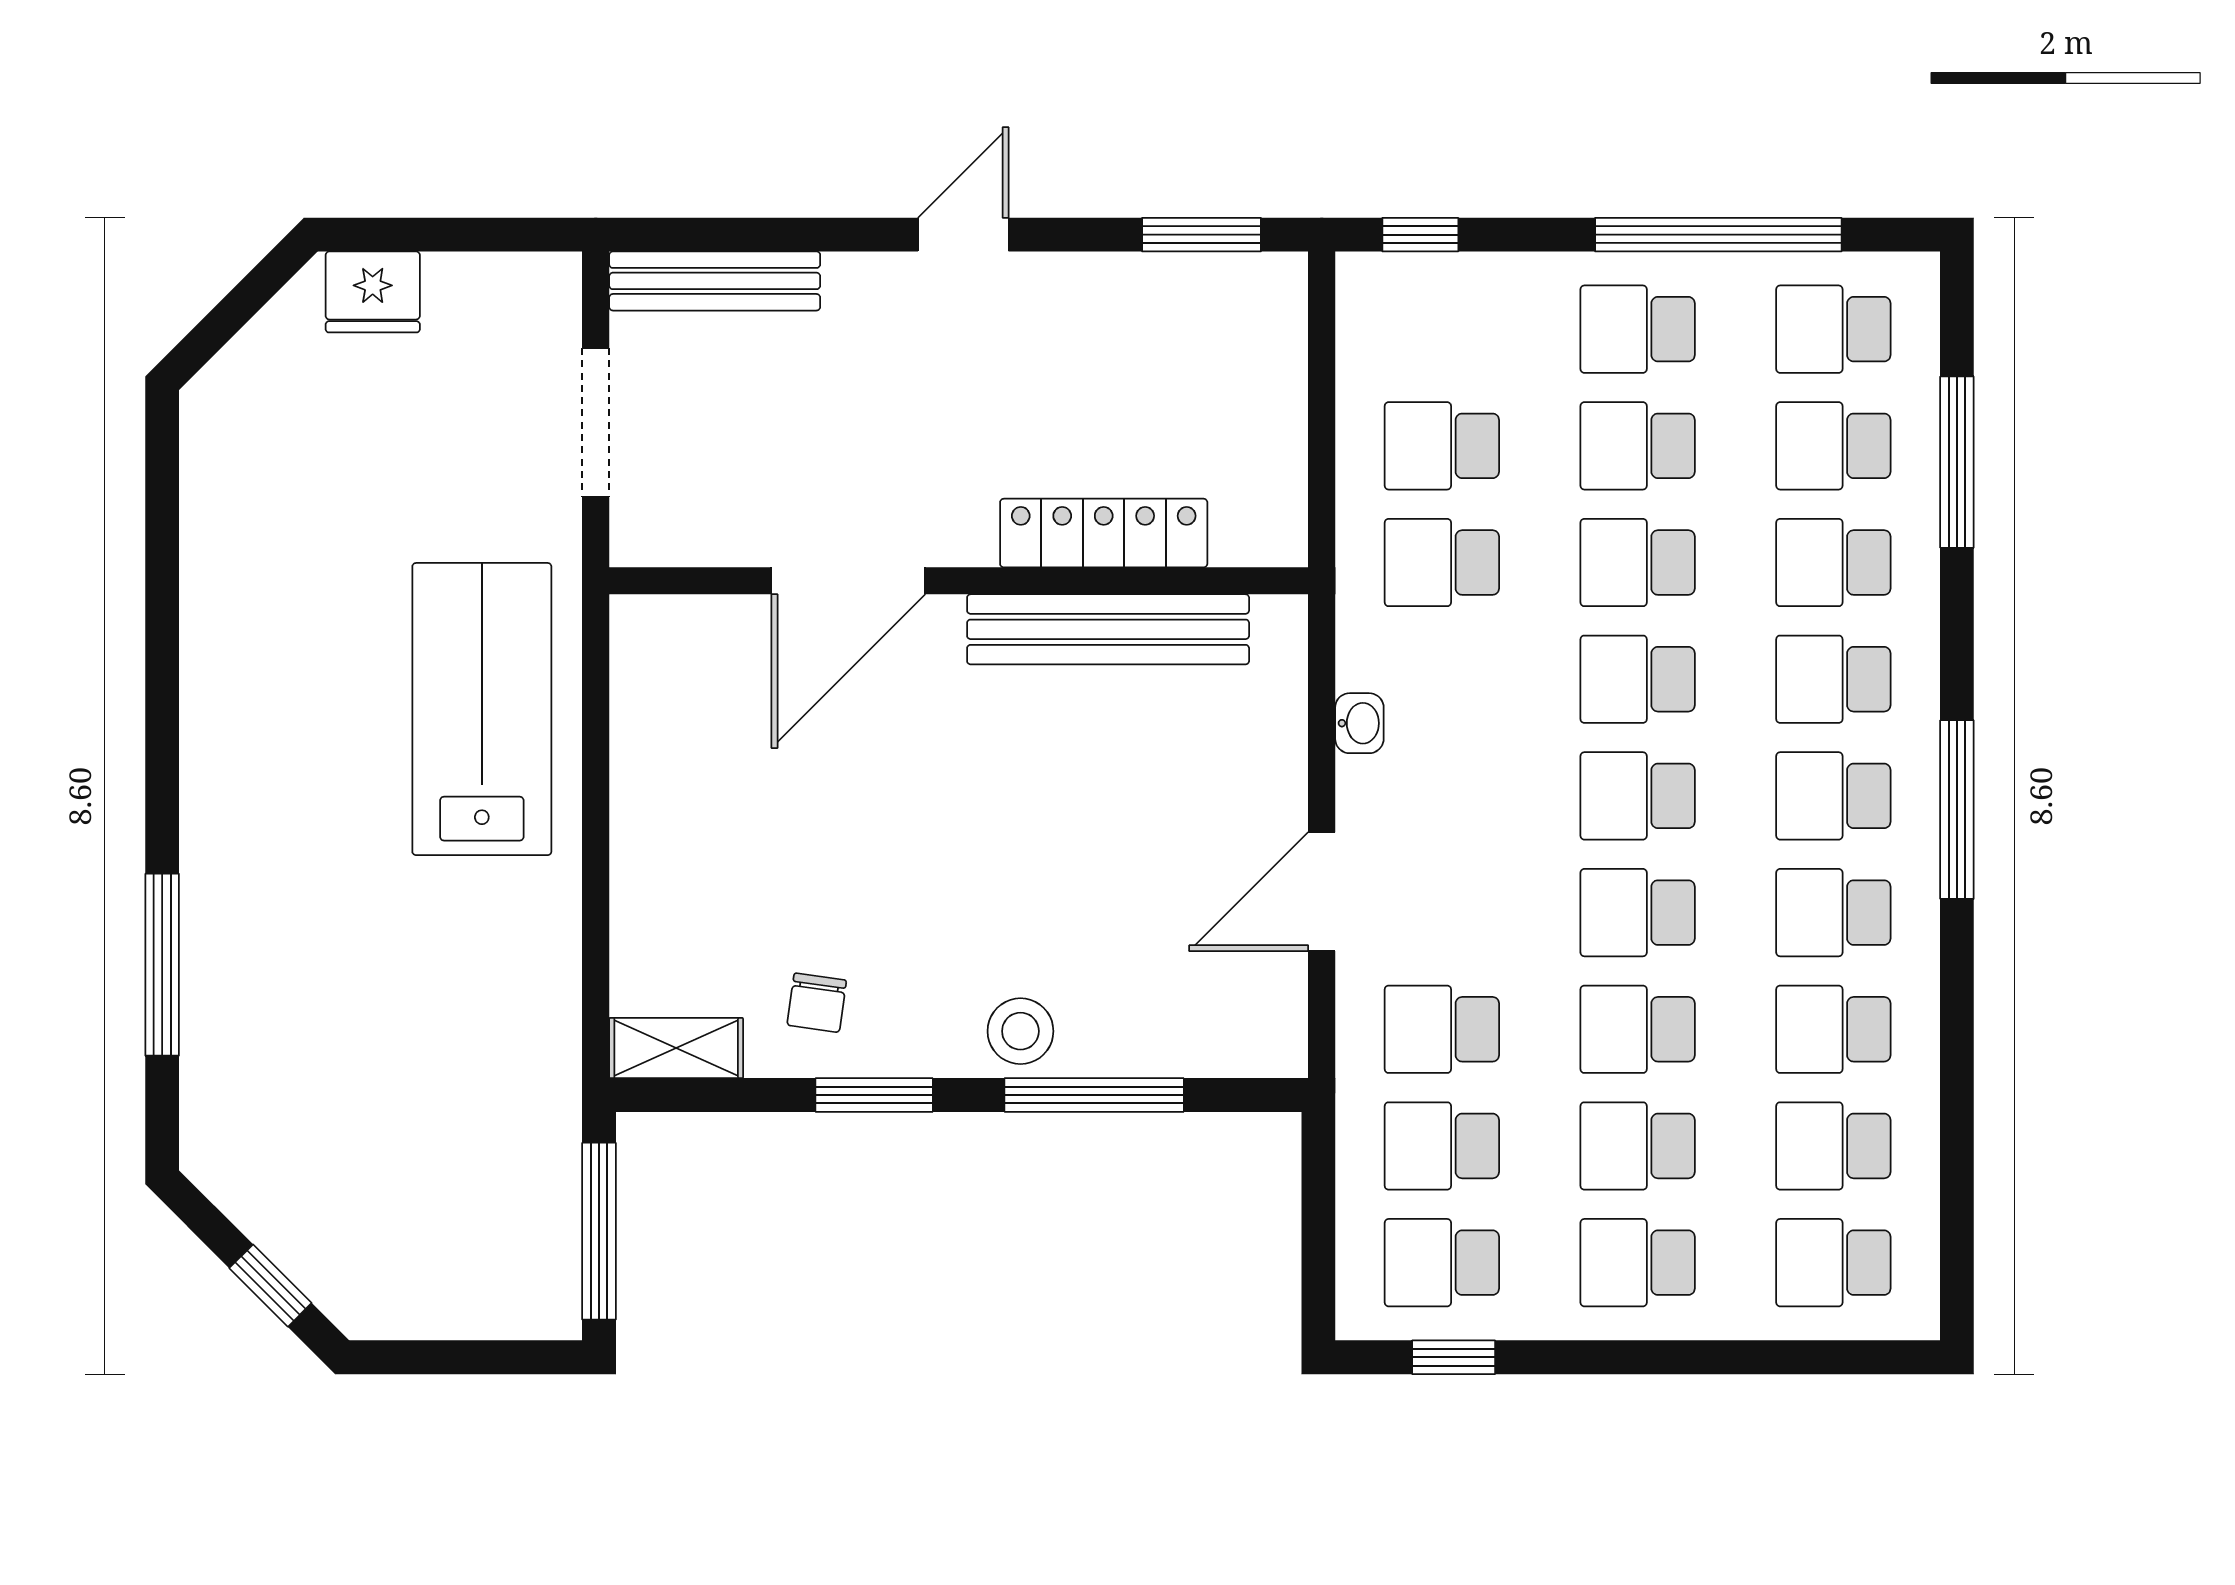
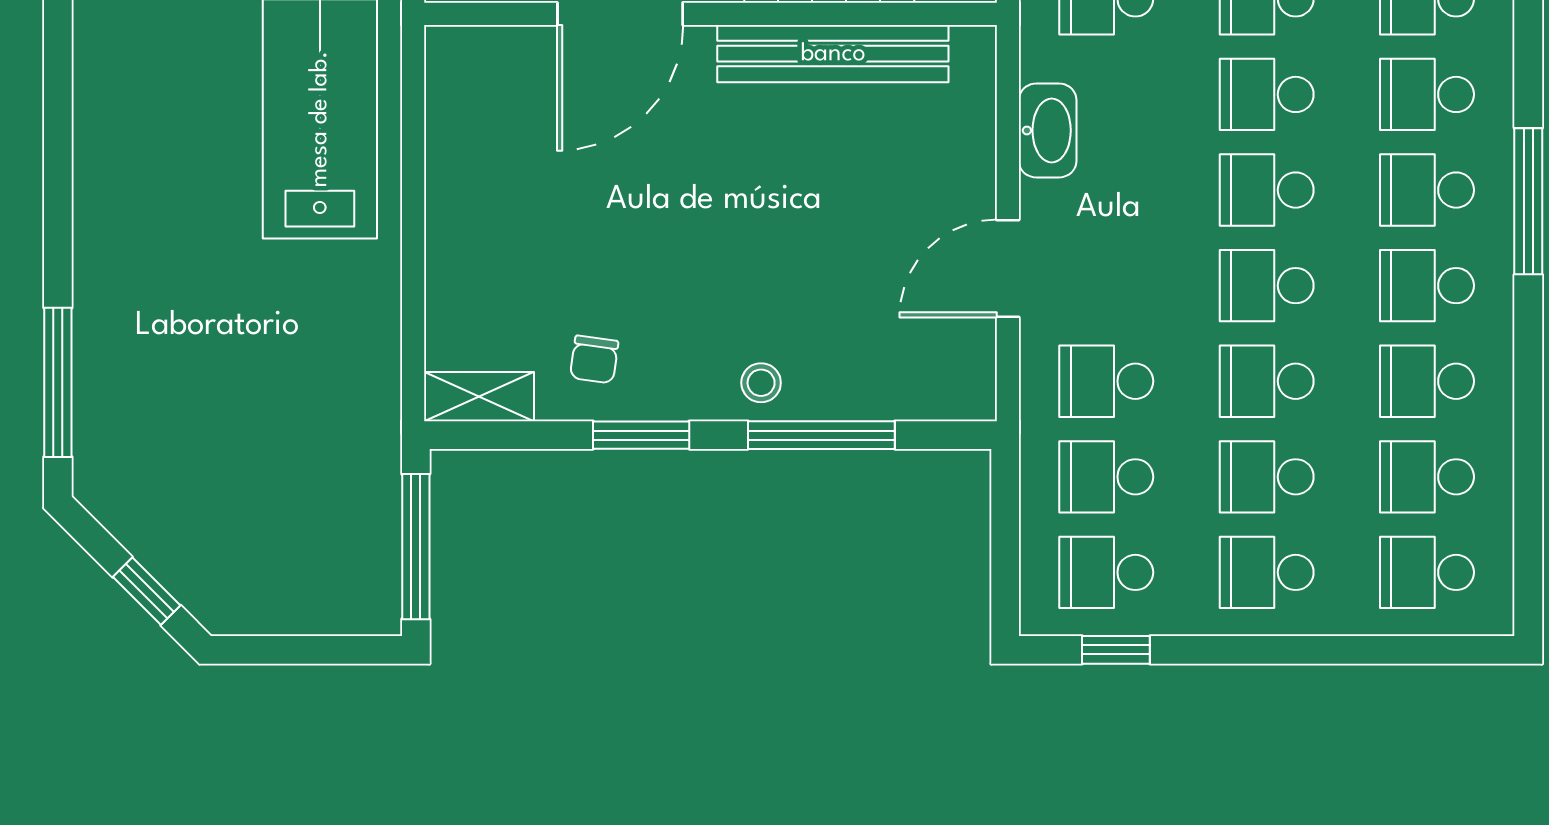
washbasin: (1359, 723) -> (1048, 130), width x1.91, depth x1.45
window: (162, 965) -> (58, 382), moved
stool: (1020, 1031) -> (761, 383), width x0.73, depth x0.73

